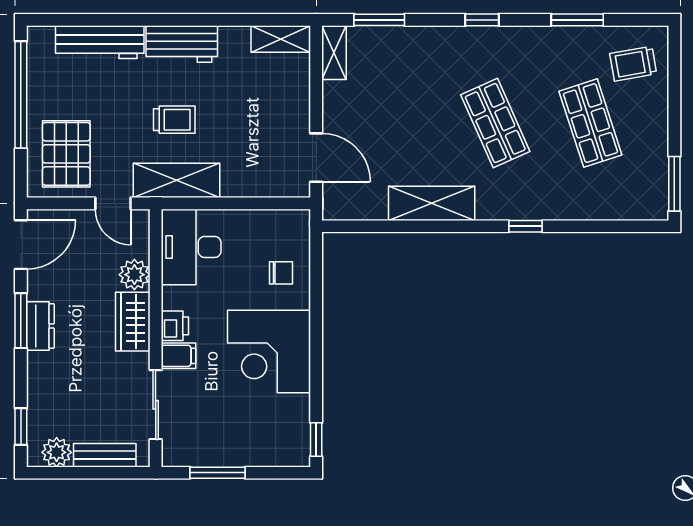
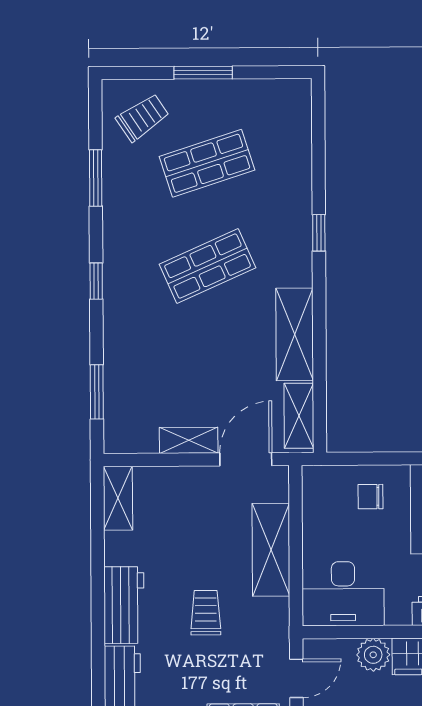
shelving: (334, 53) -> (189, 440), moved
trolley: (633, 64) -> (143, 117), turned -114
shelving: (177, 180) -> (271, 550), moved
window: (674, 184) -> (203, 73), moved
shelving: (356, 207) -> (299, 416), added
chair: (281, 273) -> (371, 497), turned -90

